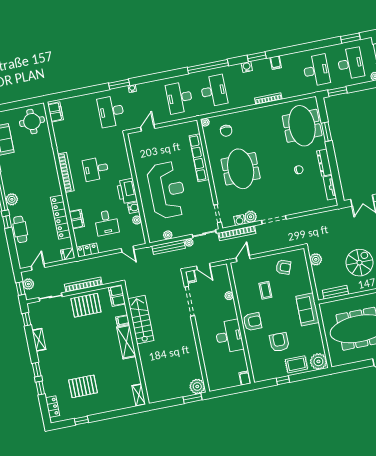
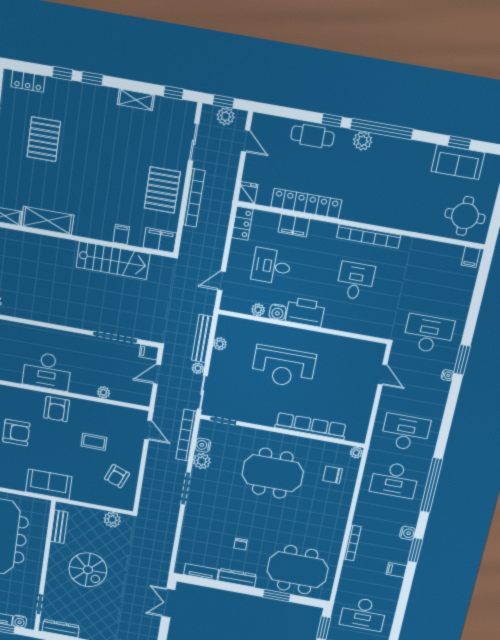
filing cabinet: (55, 112) -> (471, 257), width x0.50
reception desk: (167, 190) -> (284, 367), width x0.74, depth x0.77
shelving: (126, 342) -> (47, 221), moved

